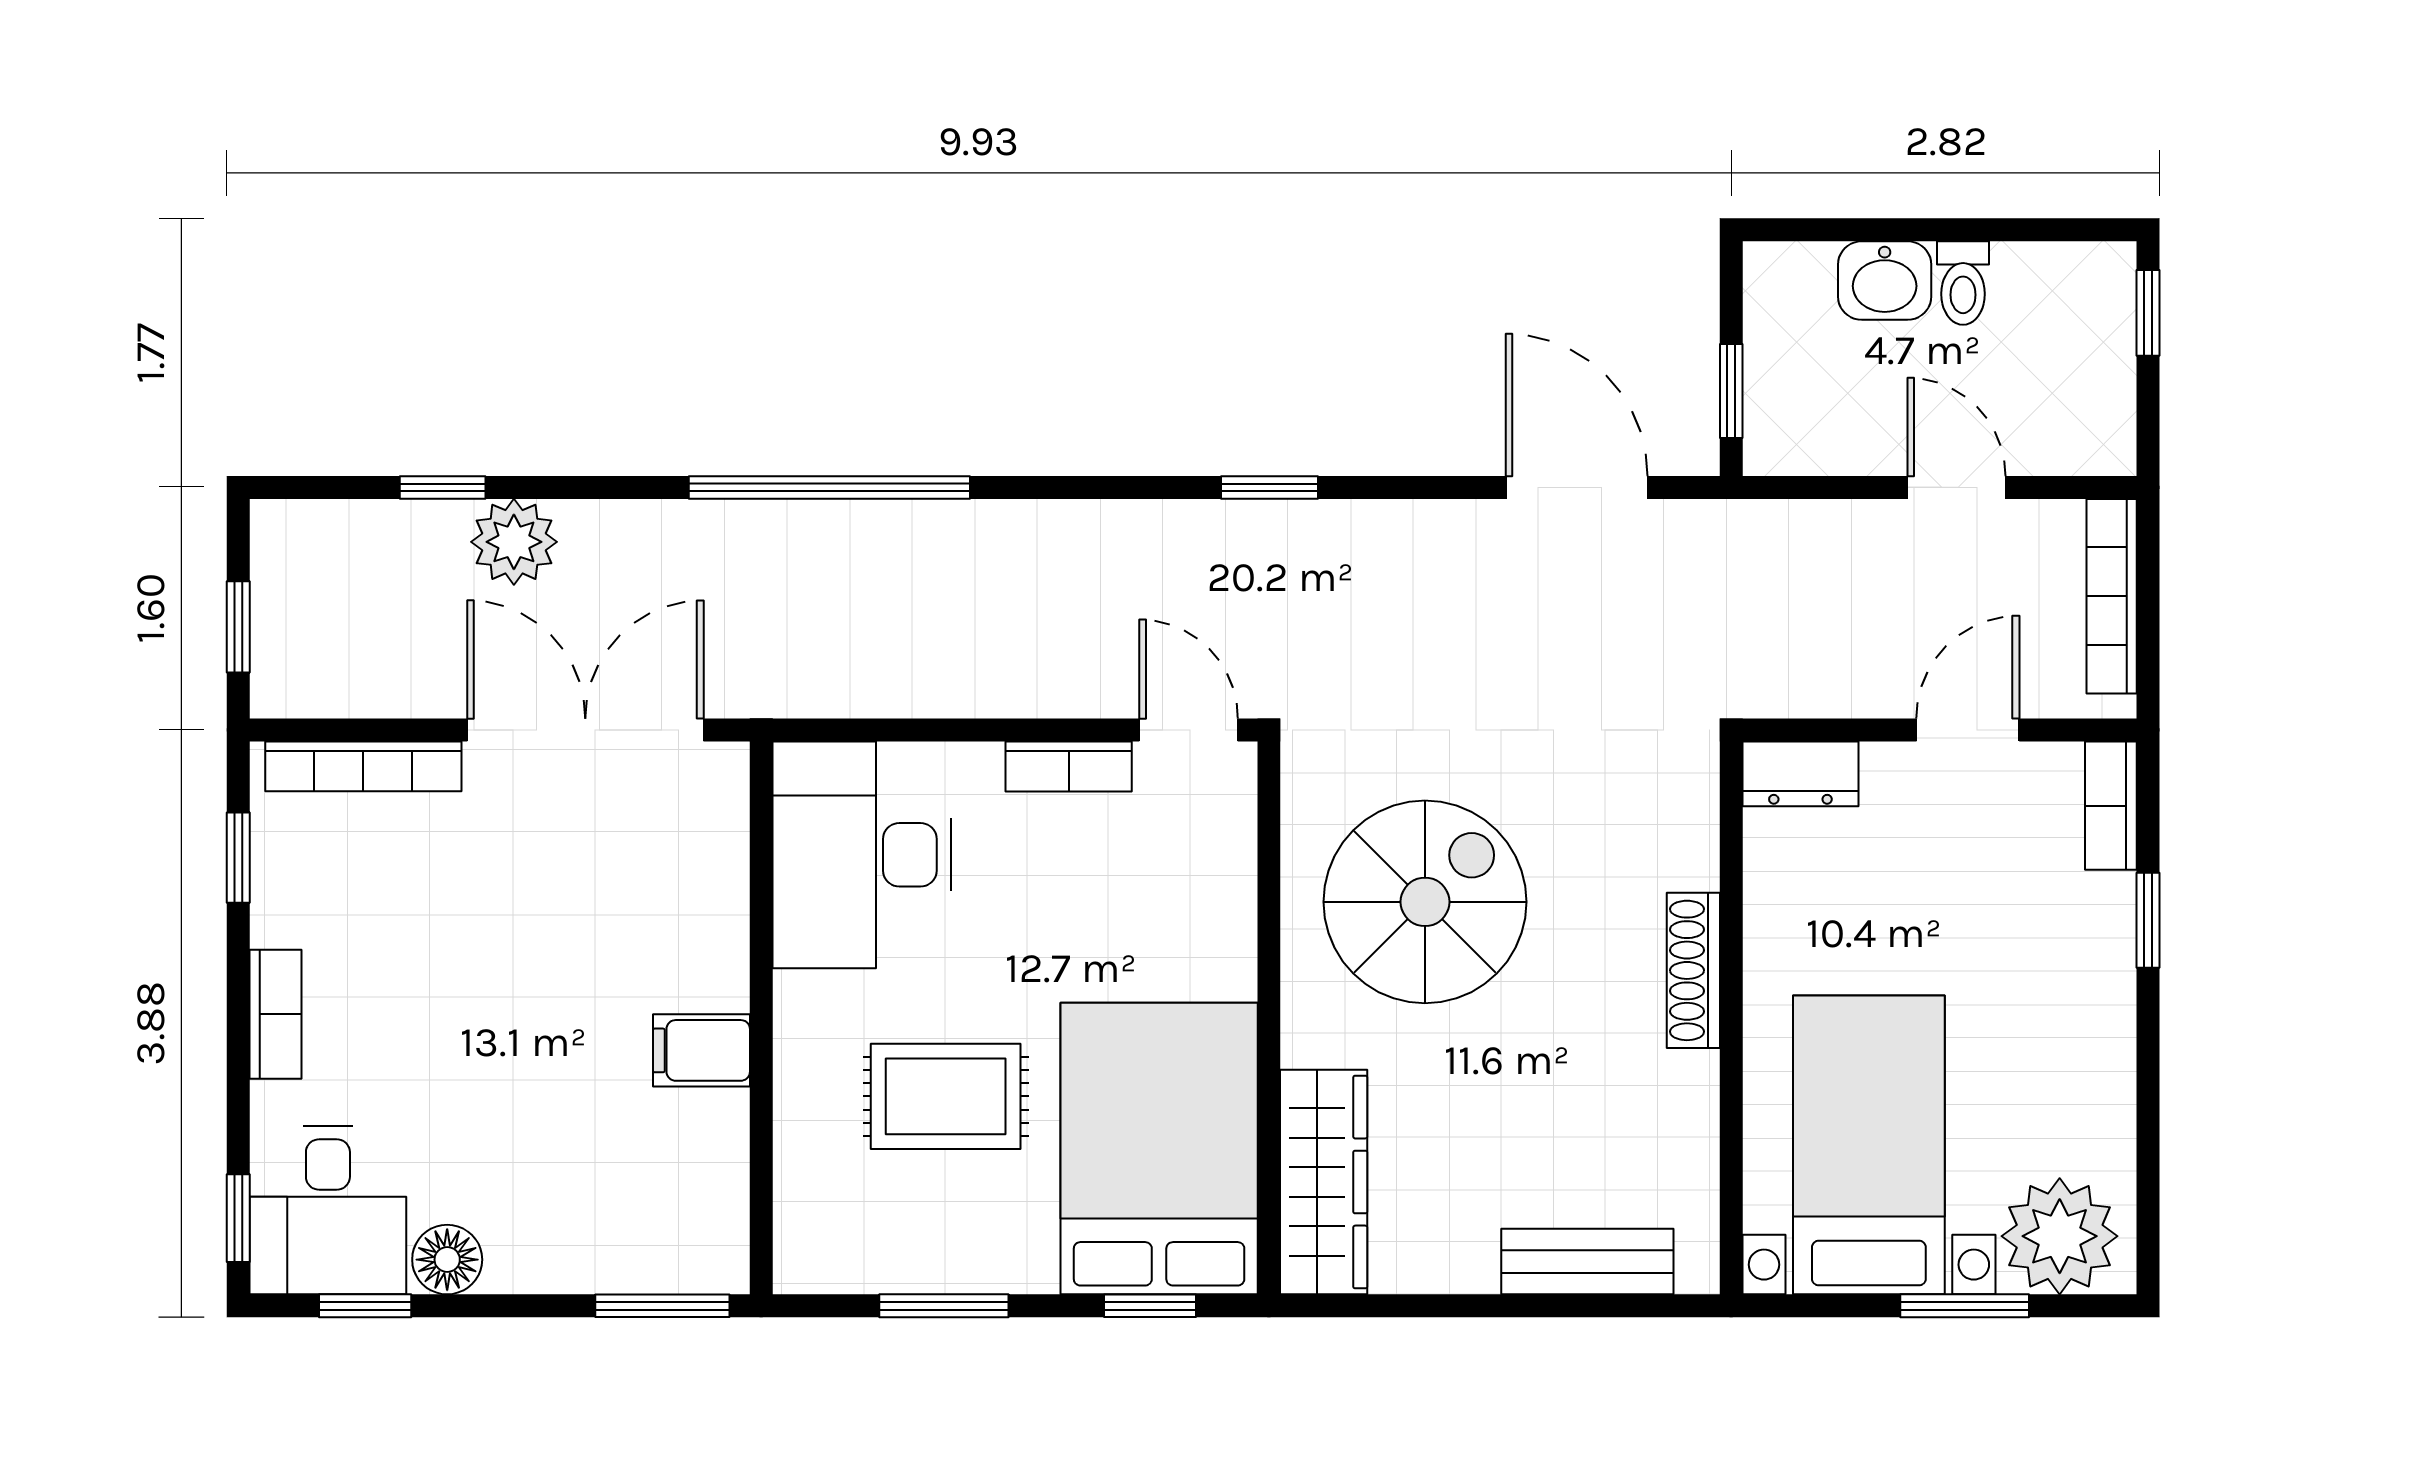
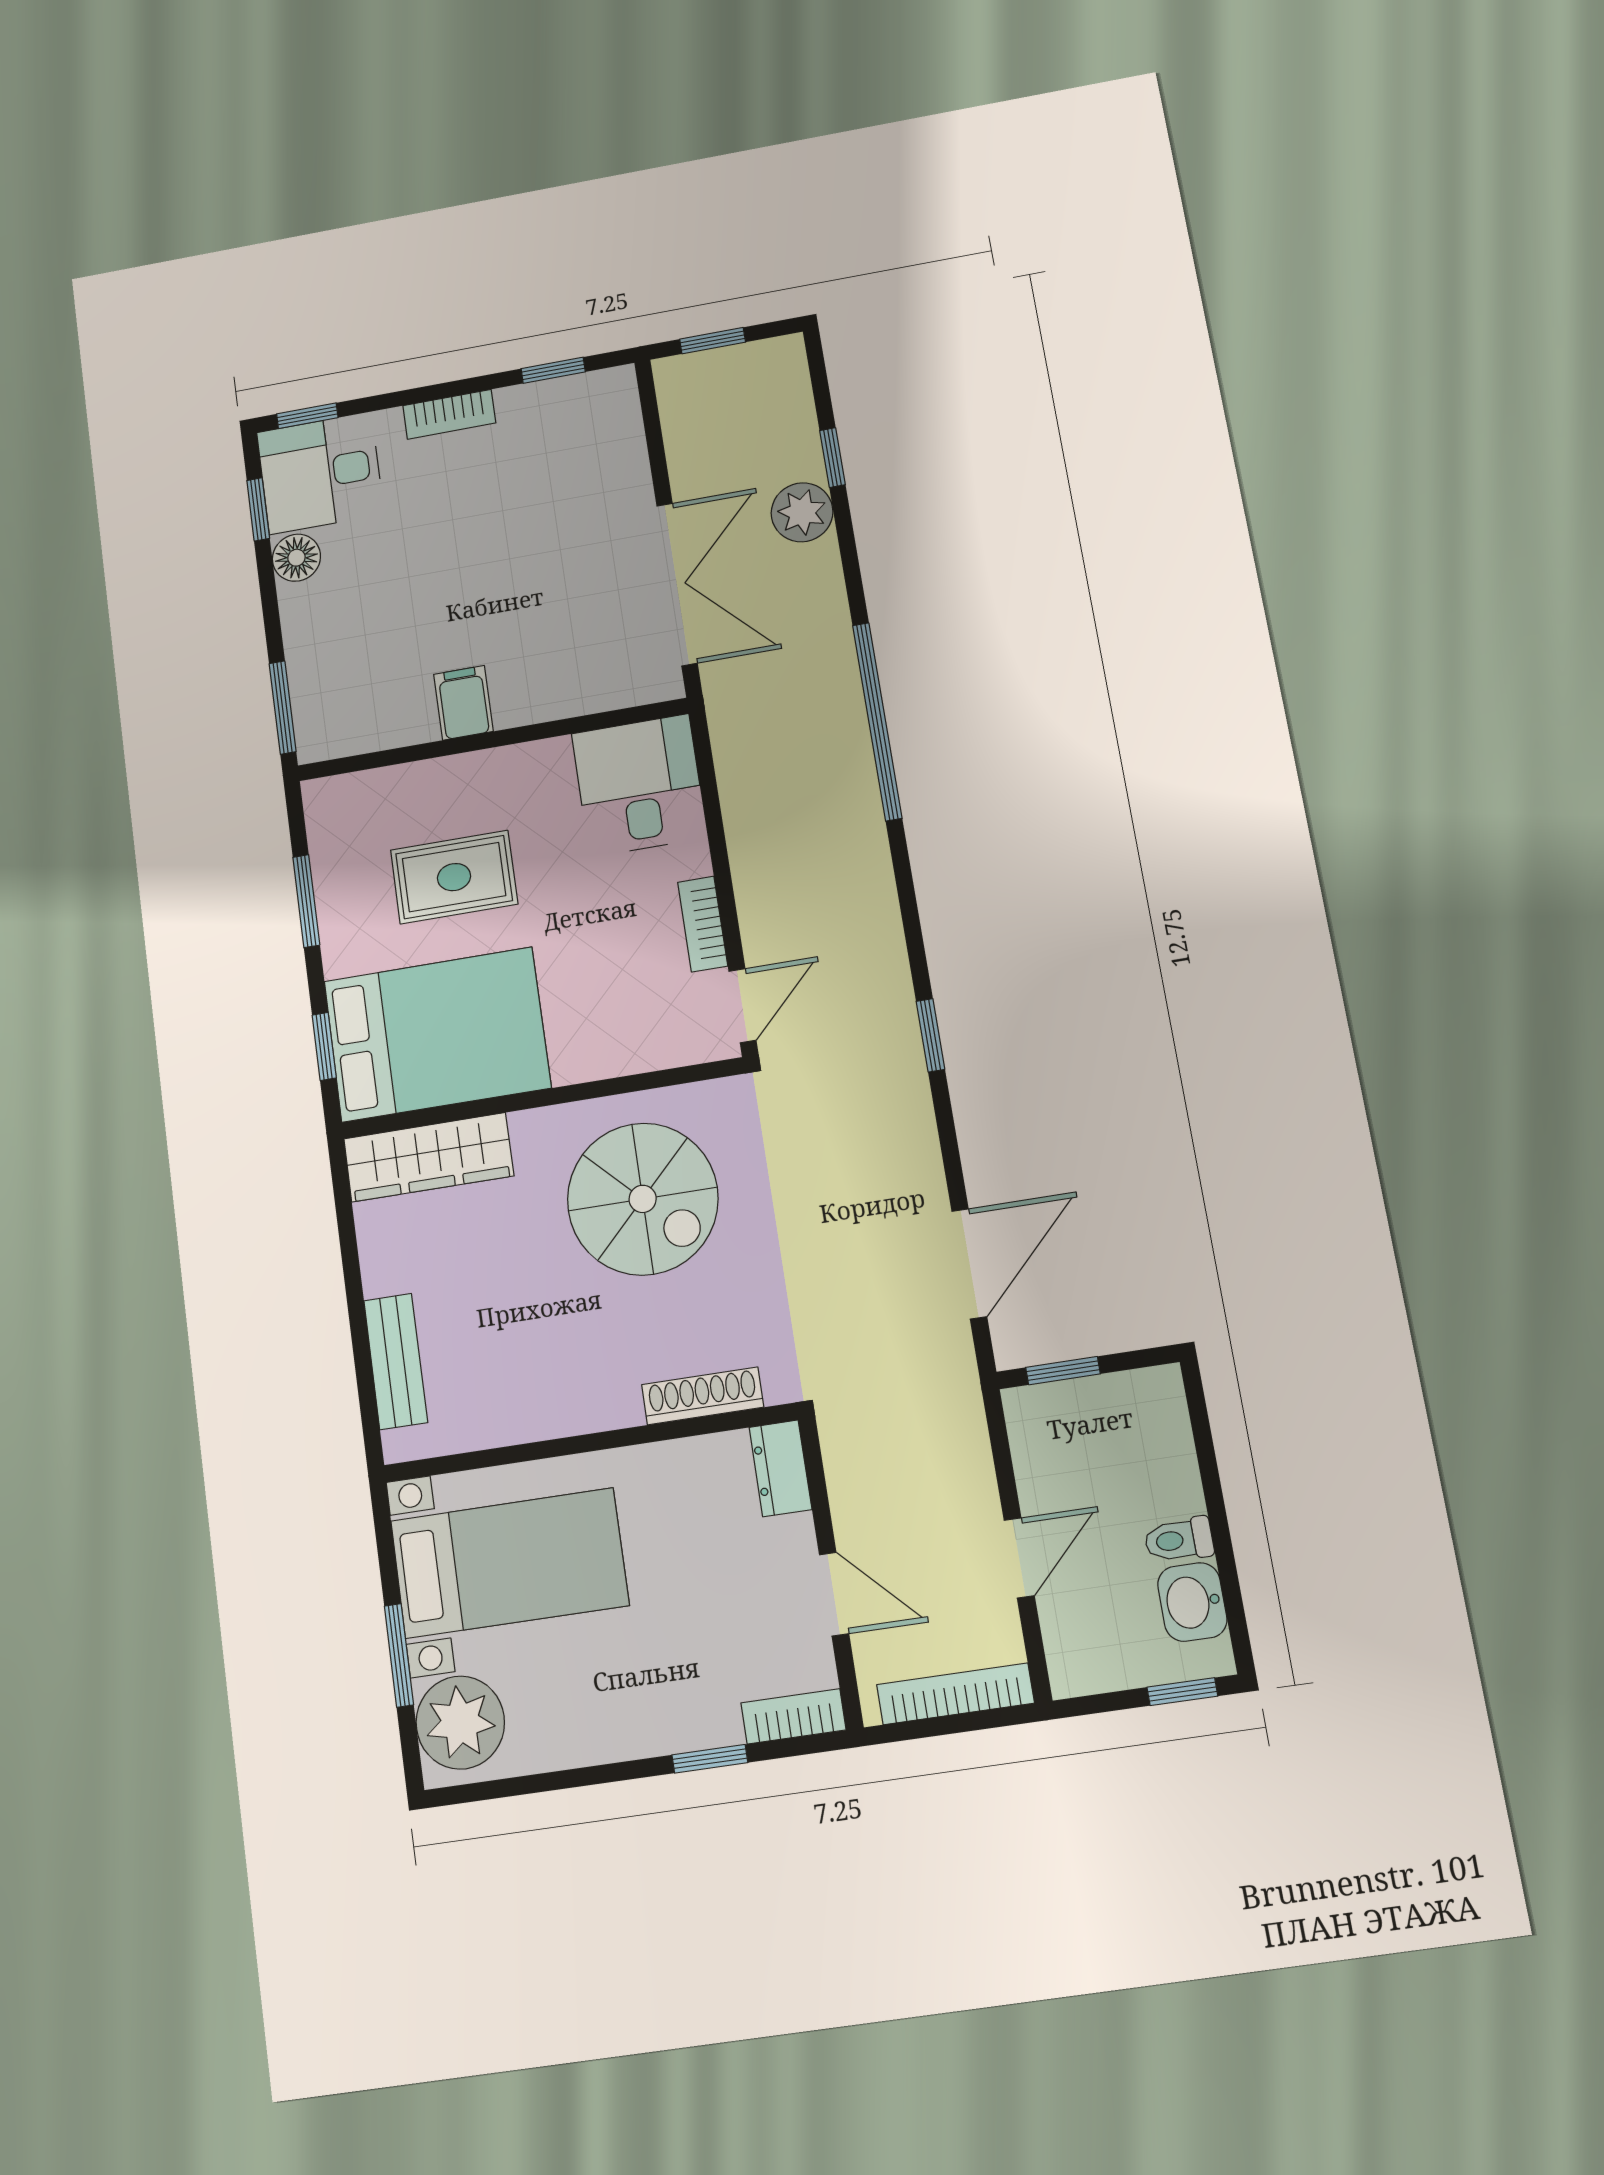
washbasin: (1885, 281) -> (1192, 1602), moved
bookcase: (363, 766) -> (629, 440), removed
desk: (862, 855) -> (639, 785), width x0.73
shoe rack: (1693, 970) -> (703, 1396), moved
rug: (946, 1096) -> (454, 877), turned 90

